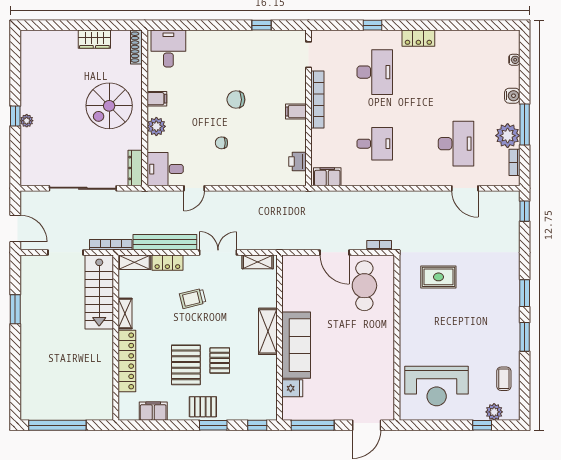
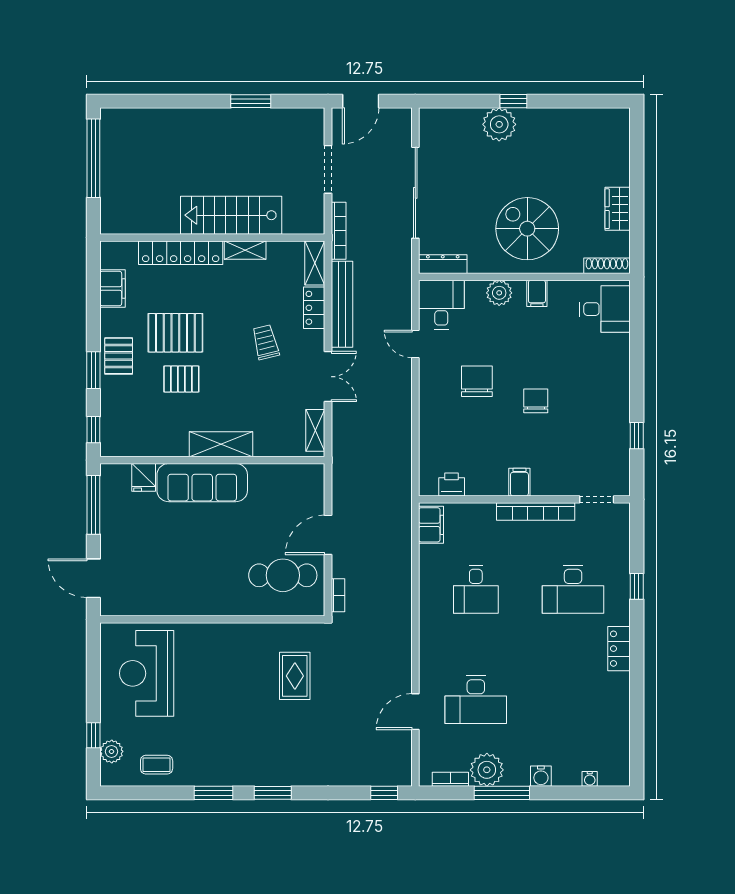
plant: (27, 121) -> (499, 124), width x1.88, depth x1.88
chair: (221, 143) -> (477, 381), width x1.87, depth x1.87
stairs: (99, 292) -> (231, 215), moved

